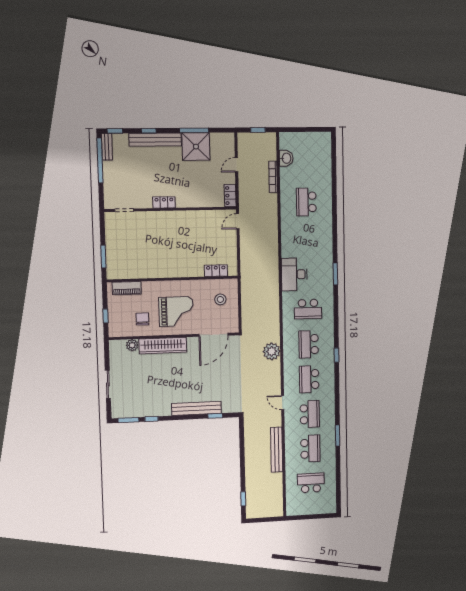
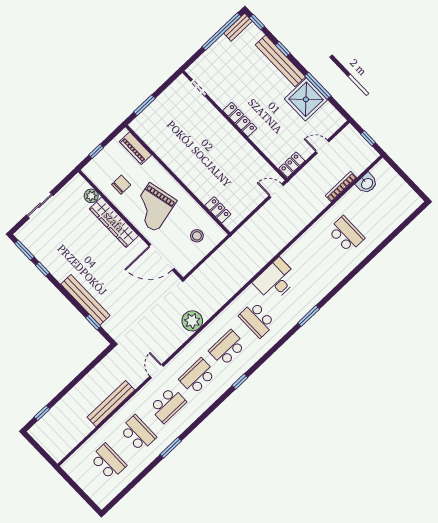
locker: (164, 202) -> (240, 119), width x1.53
school desk: (306, 202) -> (346, 234), turned 90
grand piano: (176, 312) -> (153, 207), turned 77
school desk: (310, 449) -> (138, 433), turned -90

